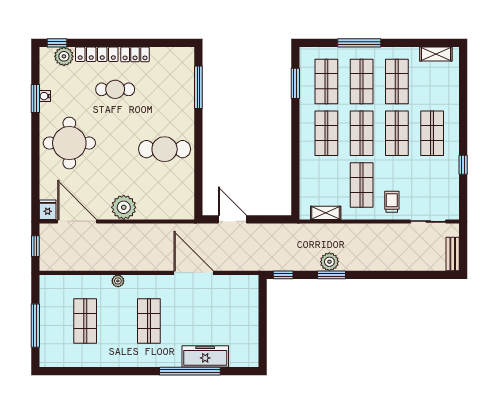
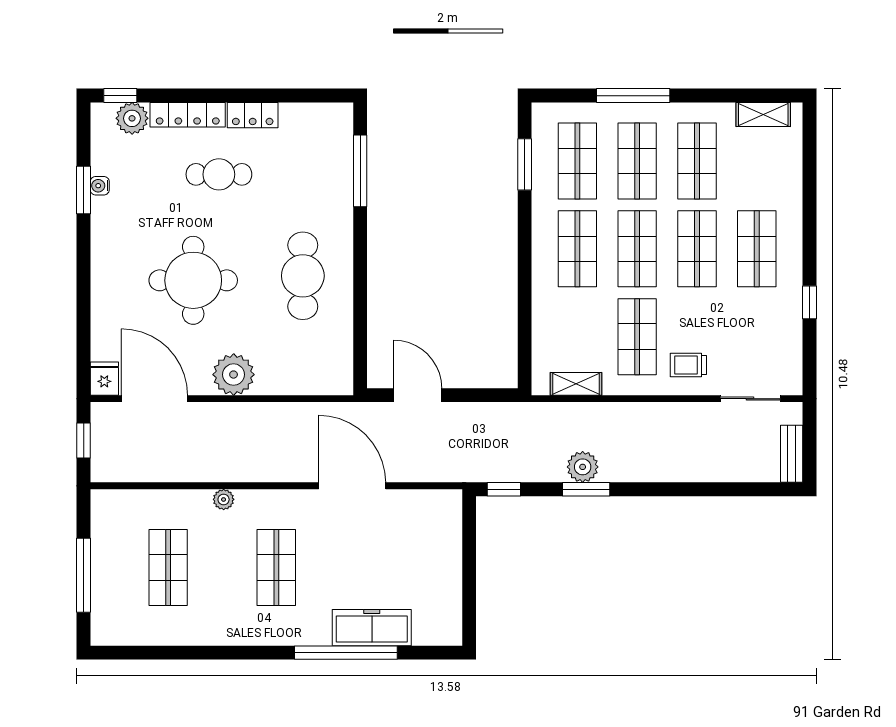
round table: (69, 143) -> (193, 280), moved
cafe table: (165, 149) -> (303, 276), turned 90
trolley: (392, 202) -> (688, 365), turned -90

